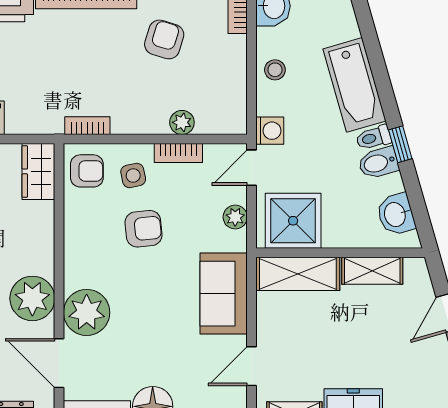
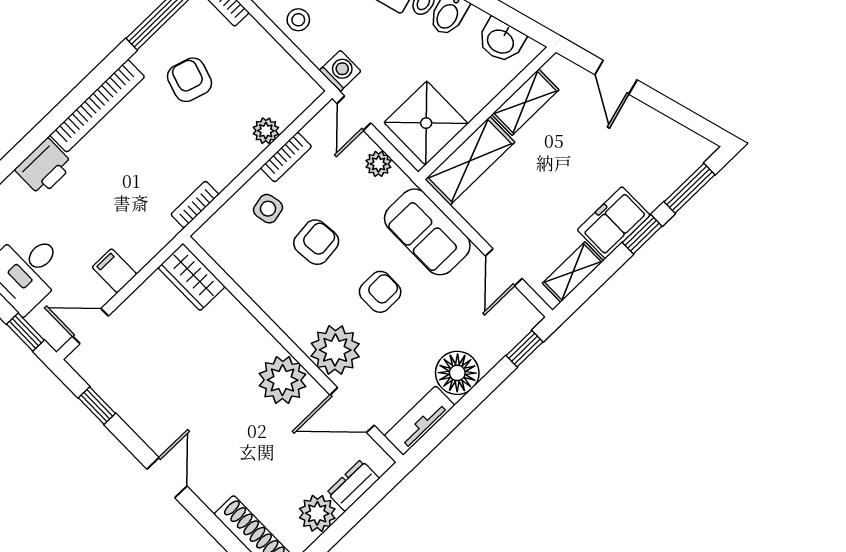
armchair: (87, 171) -> (380, 292), moved

